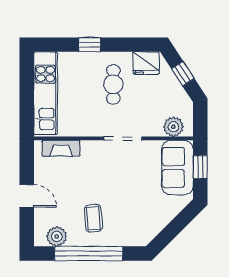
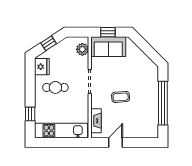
window: (90, 45) -> (30, 114), moved
door: (27, 196) -> (115, 143), moved
coffee table: (93, 218) -> (121, 97), moved
plant: (57, 236) -> (152, 123), removed

